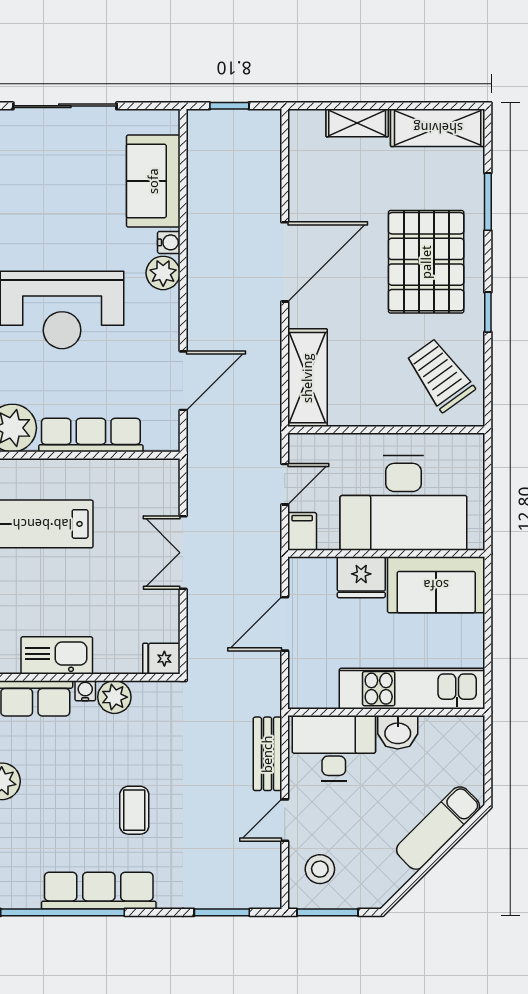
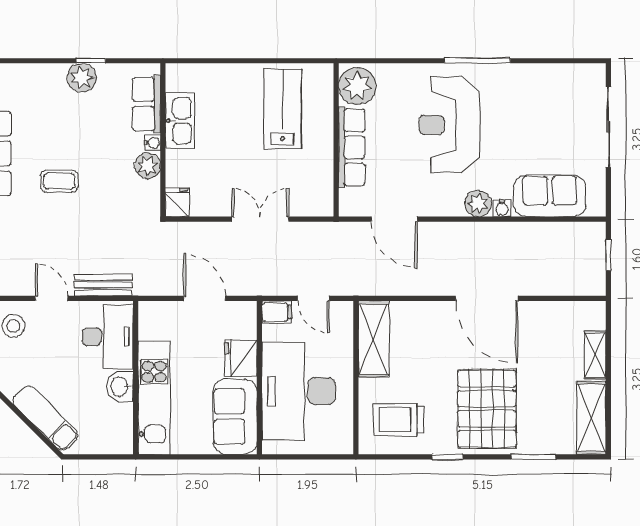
pallet: (426, 262) -> (487, 409), turned 90
trolley: (440, 375) -> (399, 420), turned -144
shelving: (307, 378) -> (374, 339), moved, turned 90

